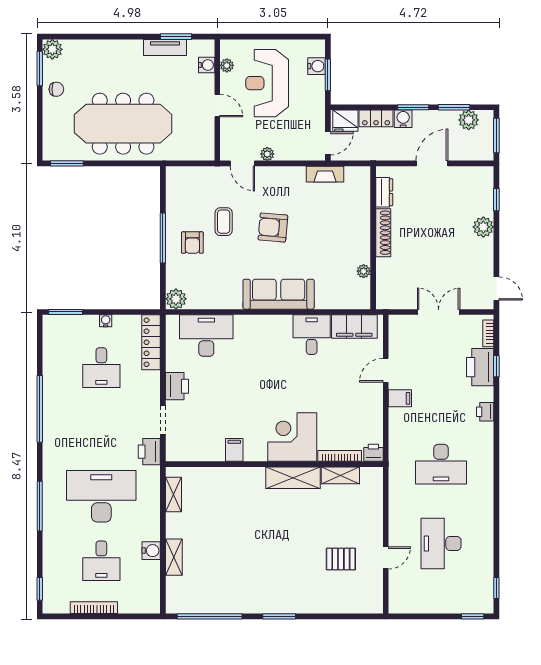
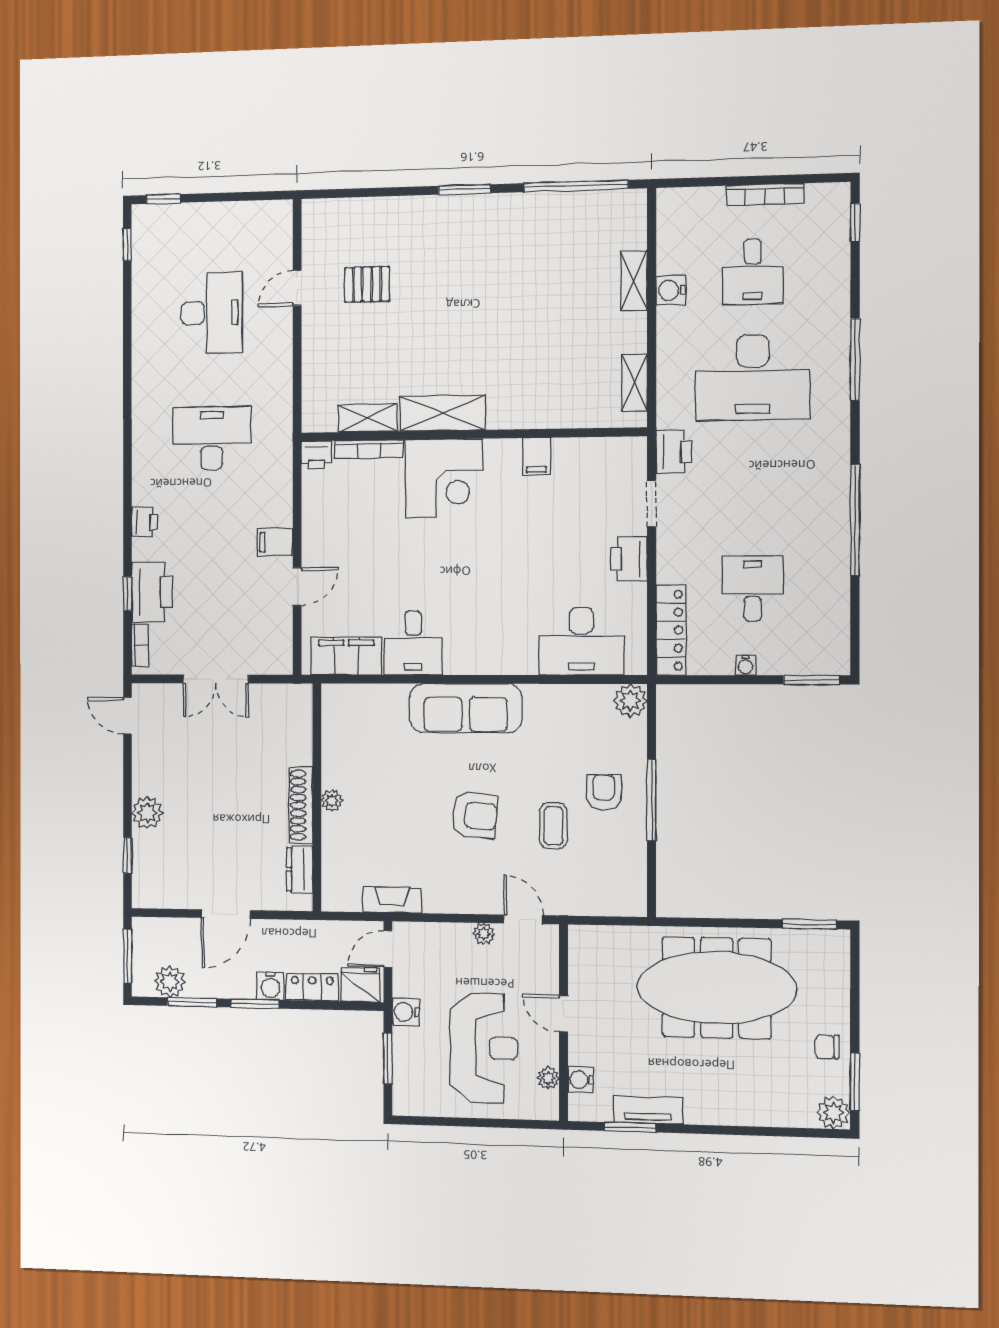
water cooler: (316, 66) -> (406, 1012), moved
plant: (364, 271) -> (332, 801), moved
desk: (101, 561) -> (753, 272), turned 180

